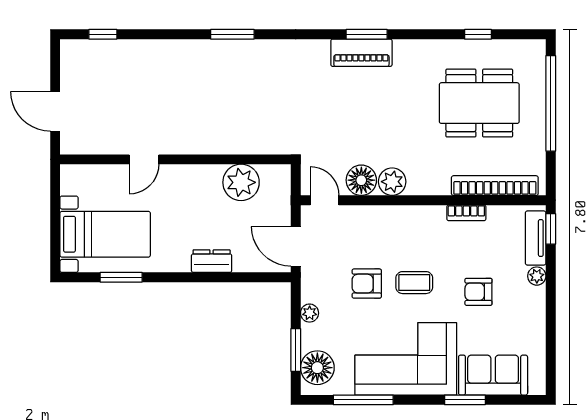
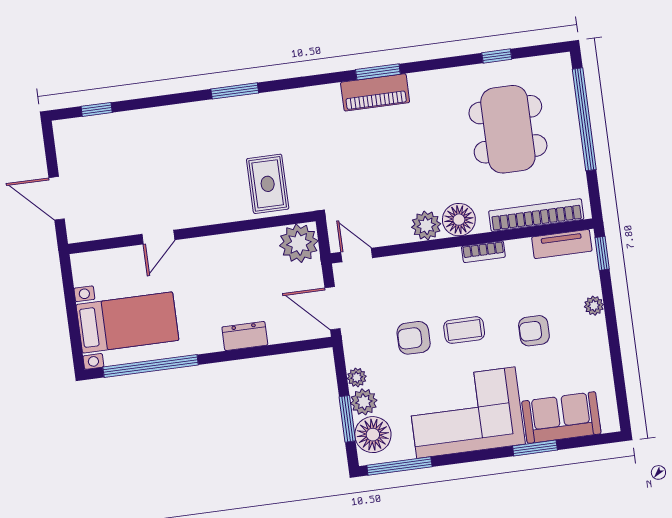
dining table: (479, 103) -> (508, 129), turned 90
rug: (251, 124) -> (268, 184), added
floor lamp: (361, 180) -> (459, 220), moved
plant: (241, 182) -> (299, 243), moved
bookcase: (466, 213) -> (483, 252), moved
tv unit: (536, 238) -> (562, 244), moved, turned -90
window: (121, 277) -> (151, 366), width x2.11
plant: (313, 336) -> (364, 402), added
window: (363, 400) -> (399, 466), moved

